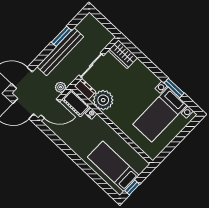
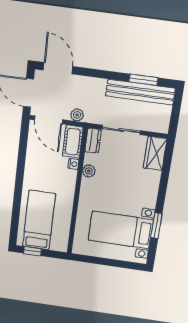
window: (61, 36) -> (143, 80), moved
bench: (60, 52) -> (140, 92), moved
plant: (103, 100) -> (89, 171), width x0.53, depth x0.53

